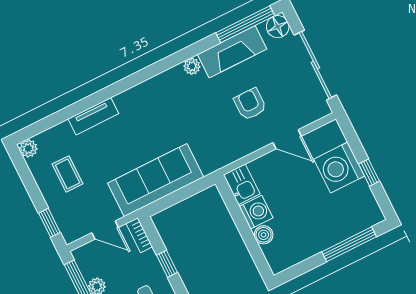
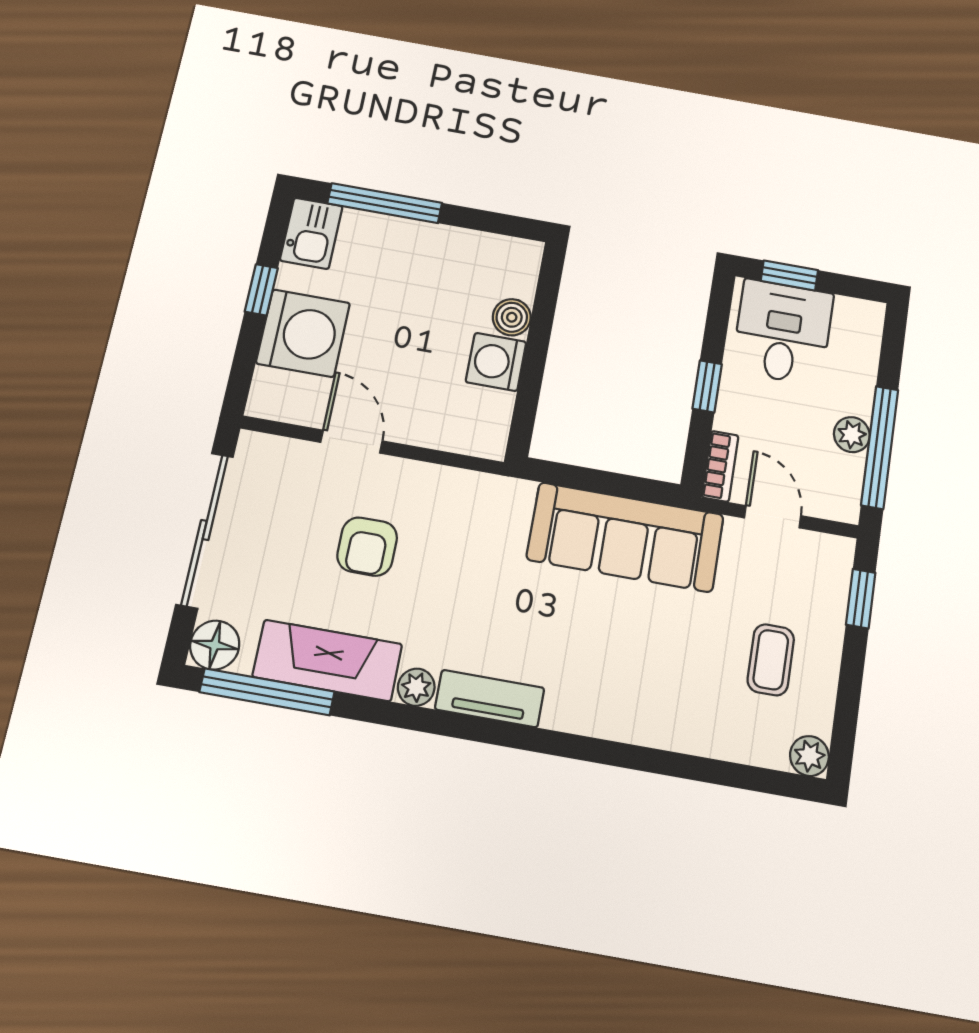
tv unit: (93, 116) -> (490, 699), moved
kitchen sink: (242, 184) -> (311, 233), moved, turned 180

